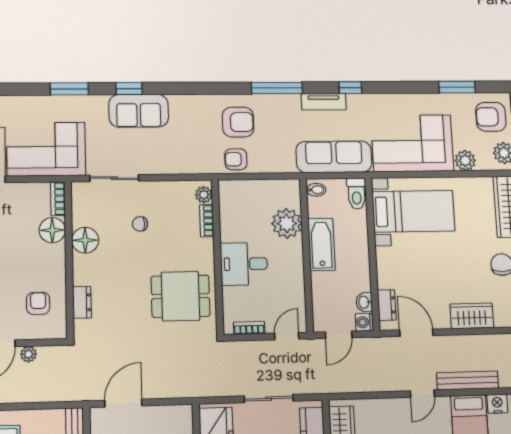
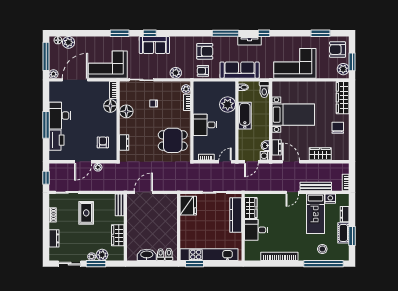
sofa: (334, 157) -> (240, 70), moved
plant: (465, 160) -> (176, 73), moved
bed with nightstands: (413, 211) -> (293, 115), moved

